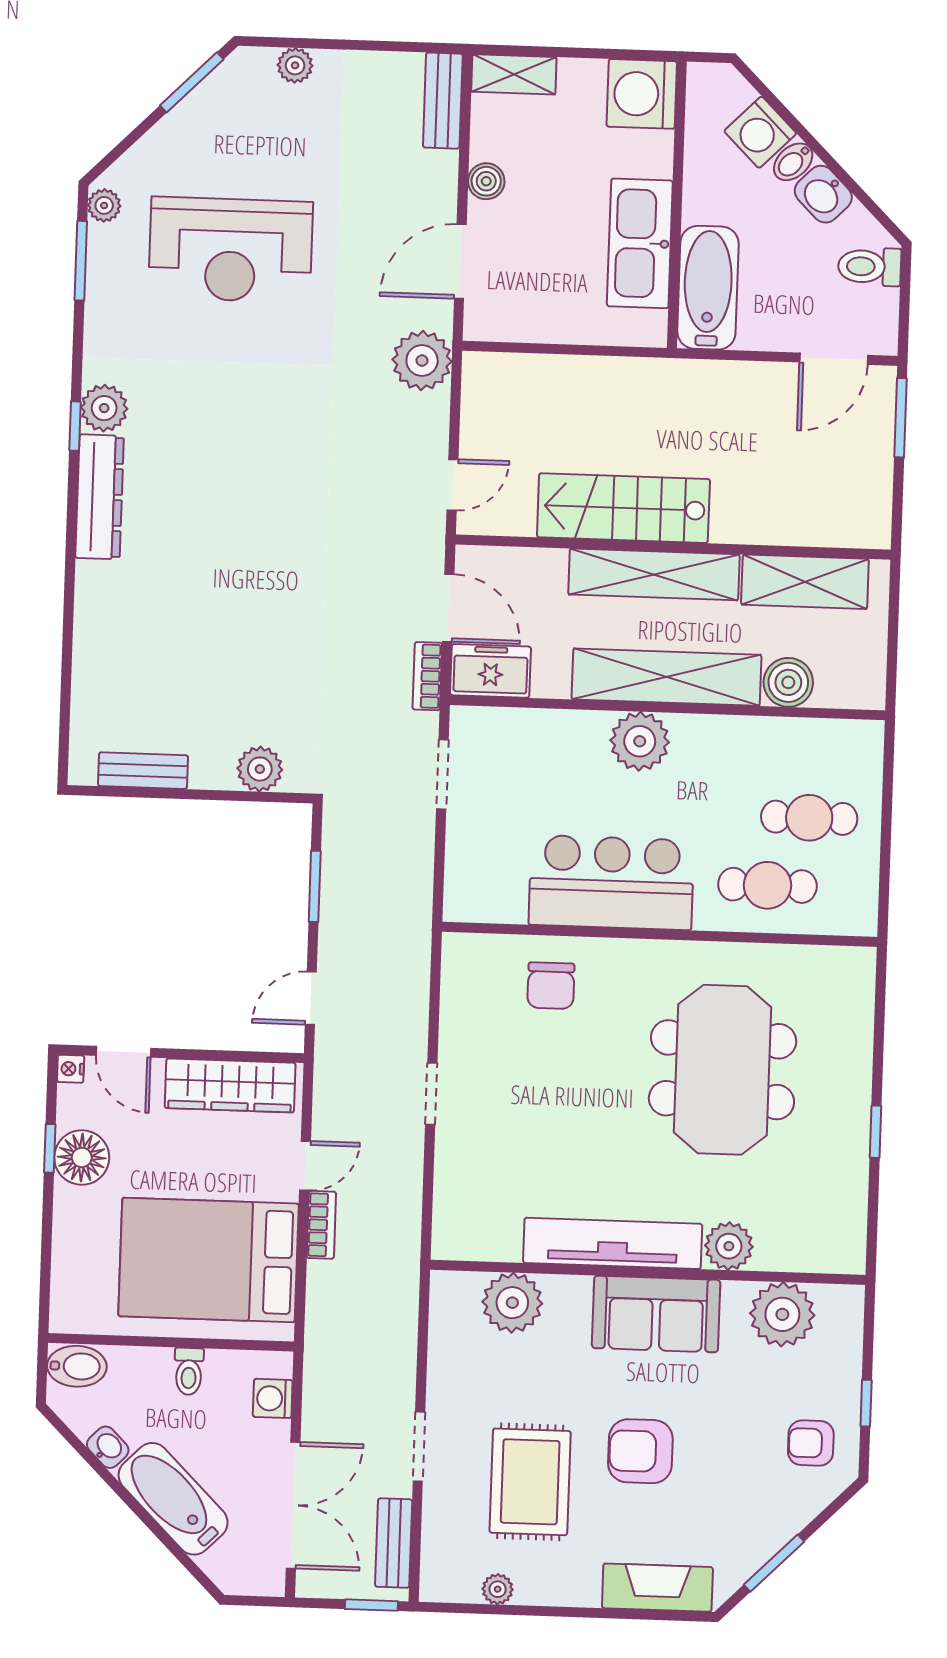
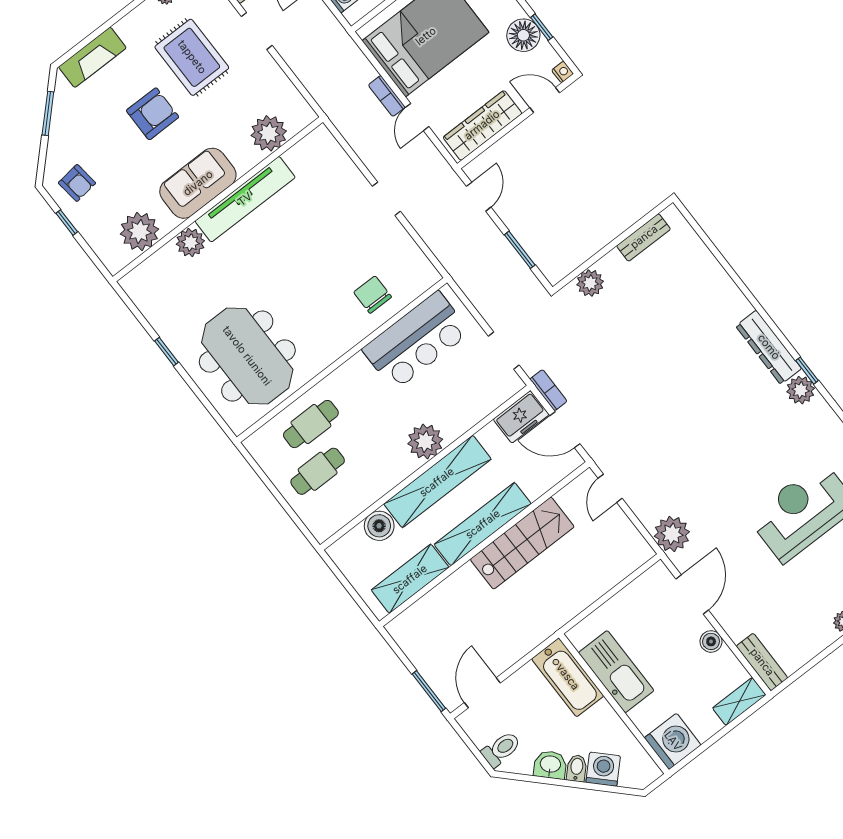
bar counter: (611, 883) -> (416, 341), moved
meeting table: (723, 1070) -> (247, 356), moved
armchair: (811, 1443) -> (77, 183), turned 83

